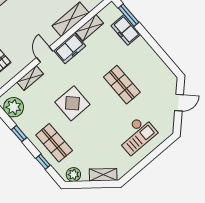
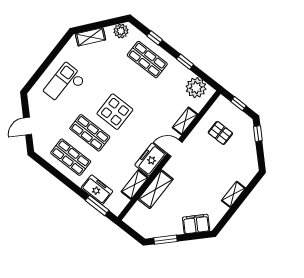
door: (45, 54) -> (175, 148), swing flipped
shop shelf: (144, 65) -> (71, 157), added
display table: (72, 103) -> (115, 112), moved

